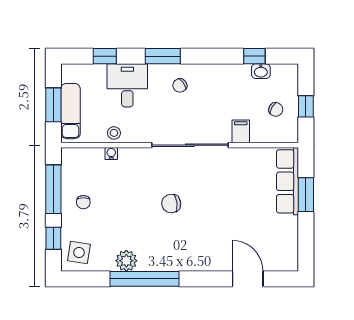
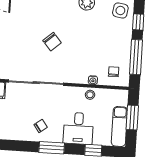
exam couch: (70, 111) -> (119, 126), moved
chair: (83, 202) -> (114, 72), moved
chair: (171, 204) -> (52, 42), turned 57

